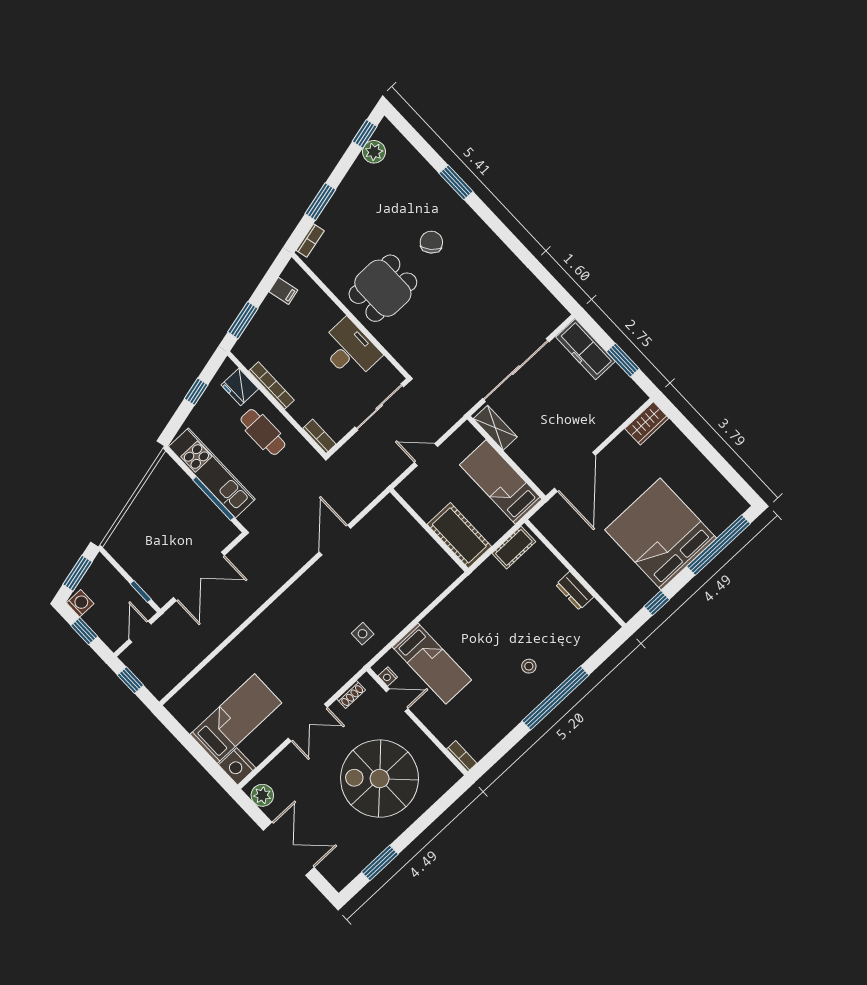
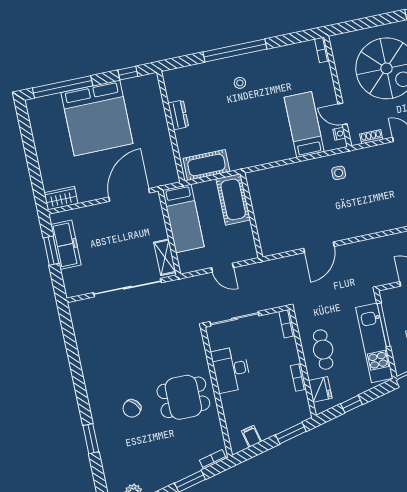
freezer: (586, 349) -> (66, 245), moved
bookcase: (271, 385) -> (298, 377), width x0.64
cot: (514, 548) -> (206, 165), width x1.37, depth x1.34

